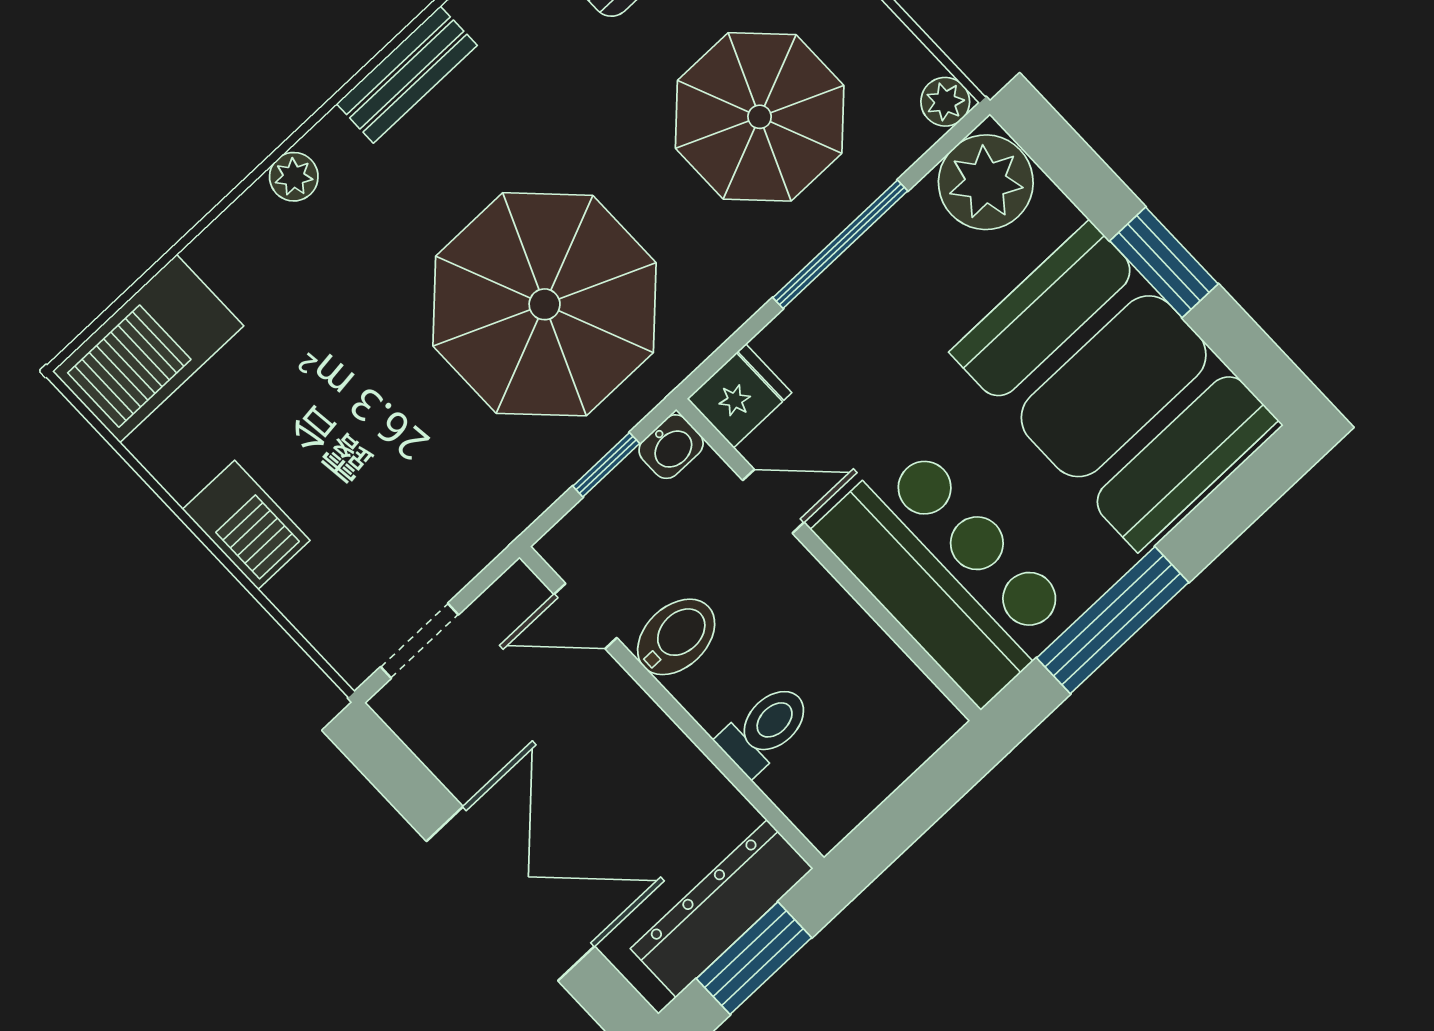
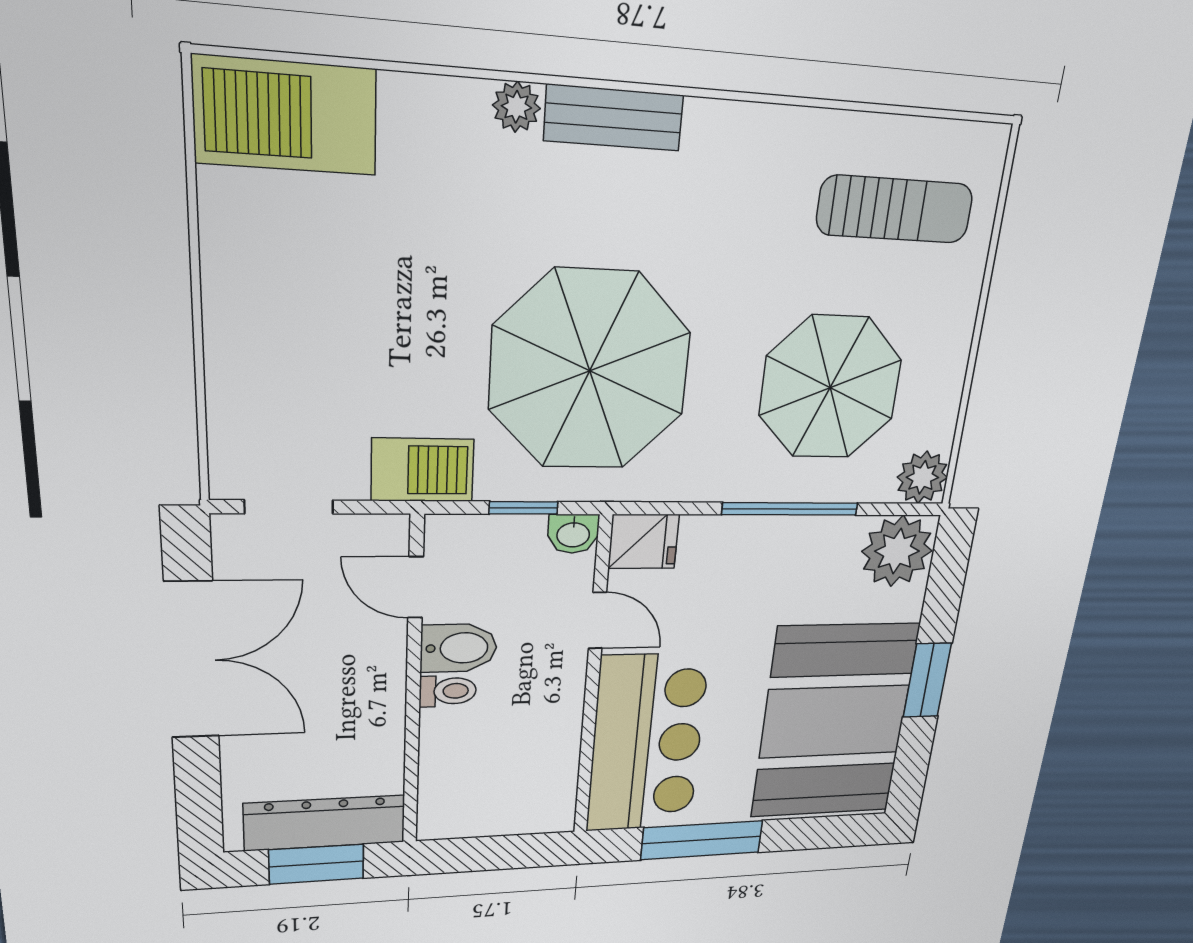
bench: (407, 74) -> (614, 118), moved
plant: (945, 102) -> (922, 477), width x1.38, depth x1.38
barbecue: (246, 525) -> (423, 470), moved, turned -90
toilet: (765, 729) -> (448, 691), moved, width x0.73, depth x0.72
double door: (510, 894) -> (192, 661), moved

